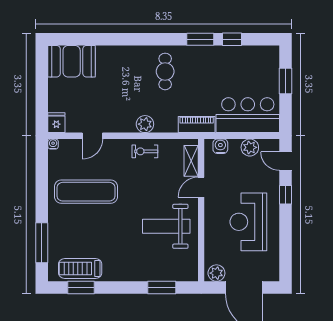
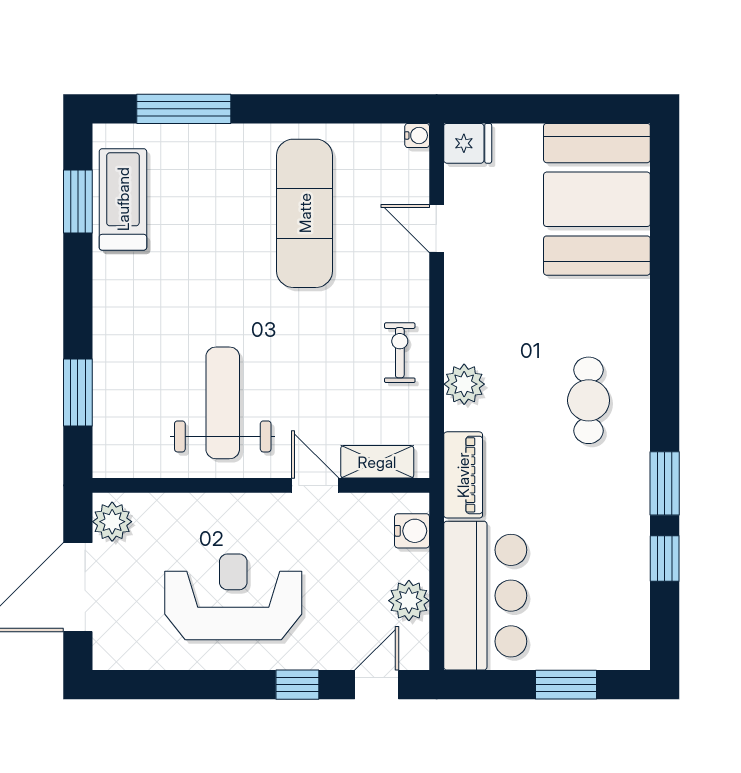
booth: (72, 61) -> (597, 199), width x1.36, depth x1.42
cafe table: (165, 71) -> (589, 400), turned 90
plant: (145, 124) -> (464, 384), moved

